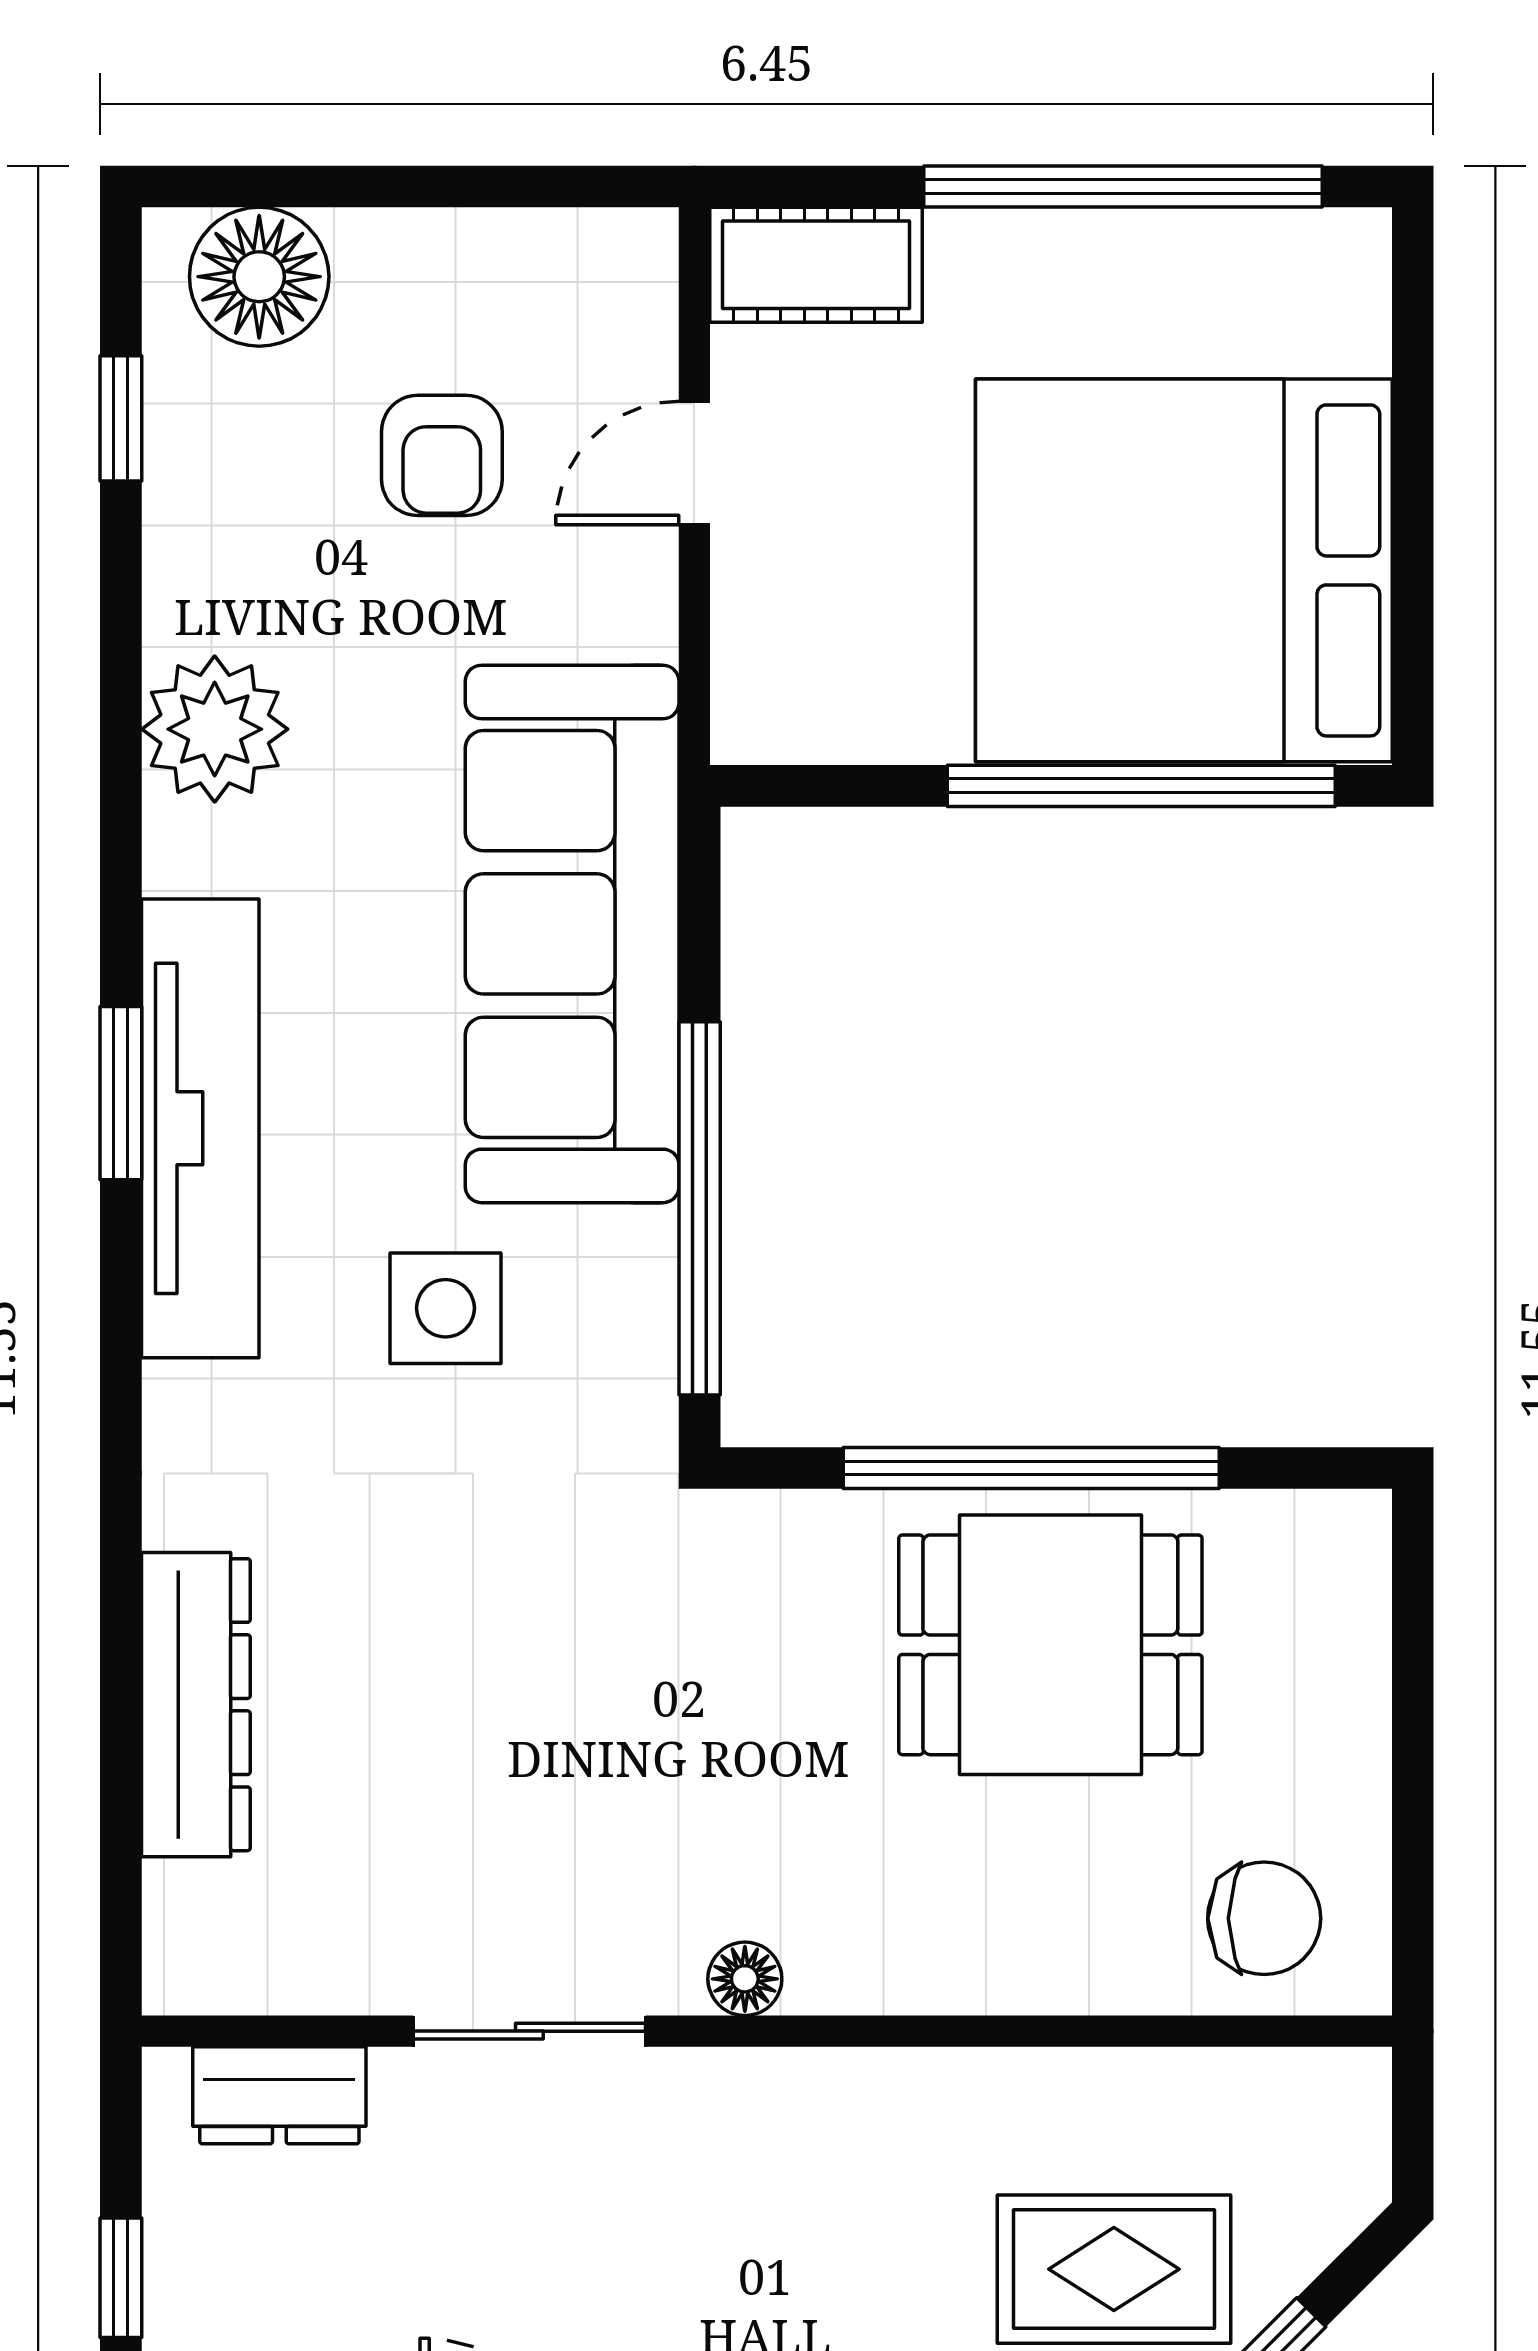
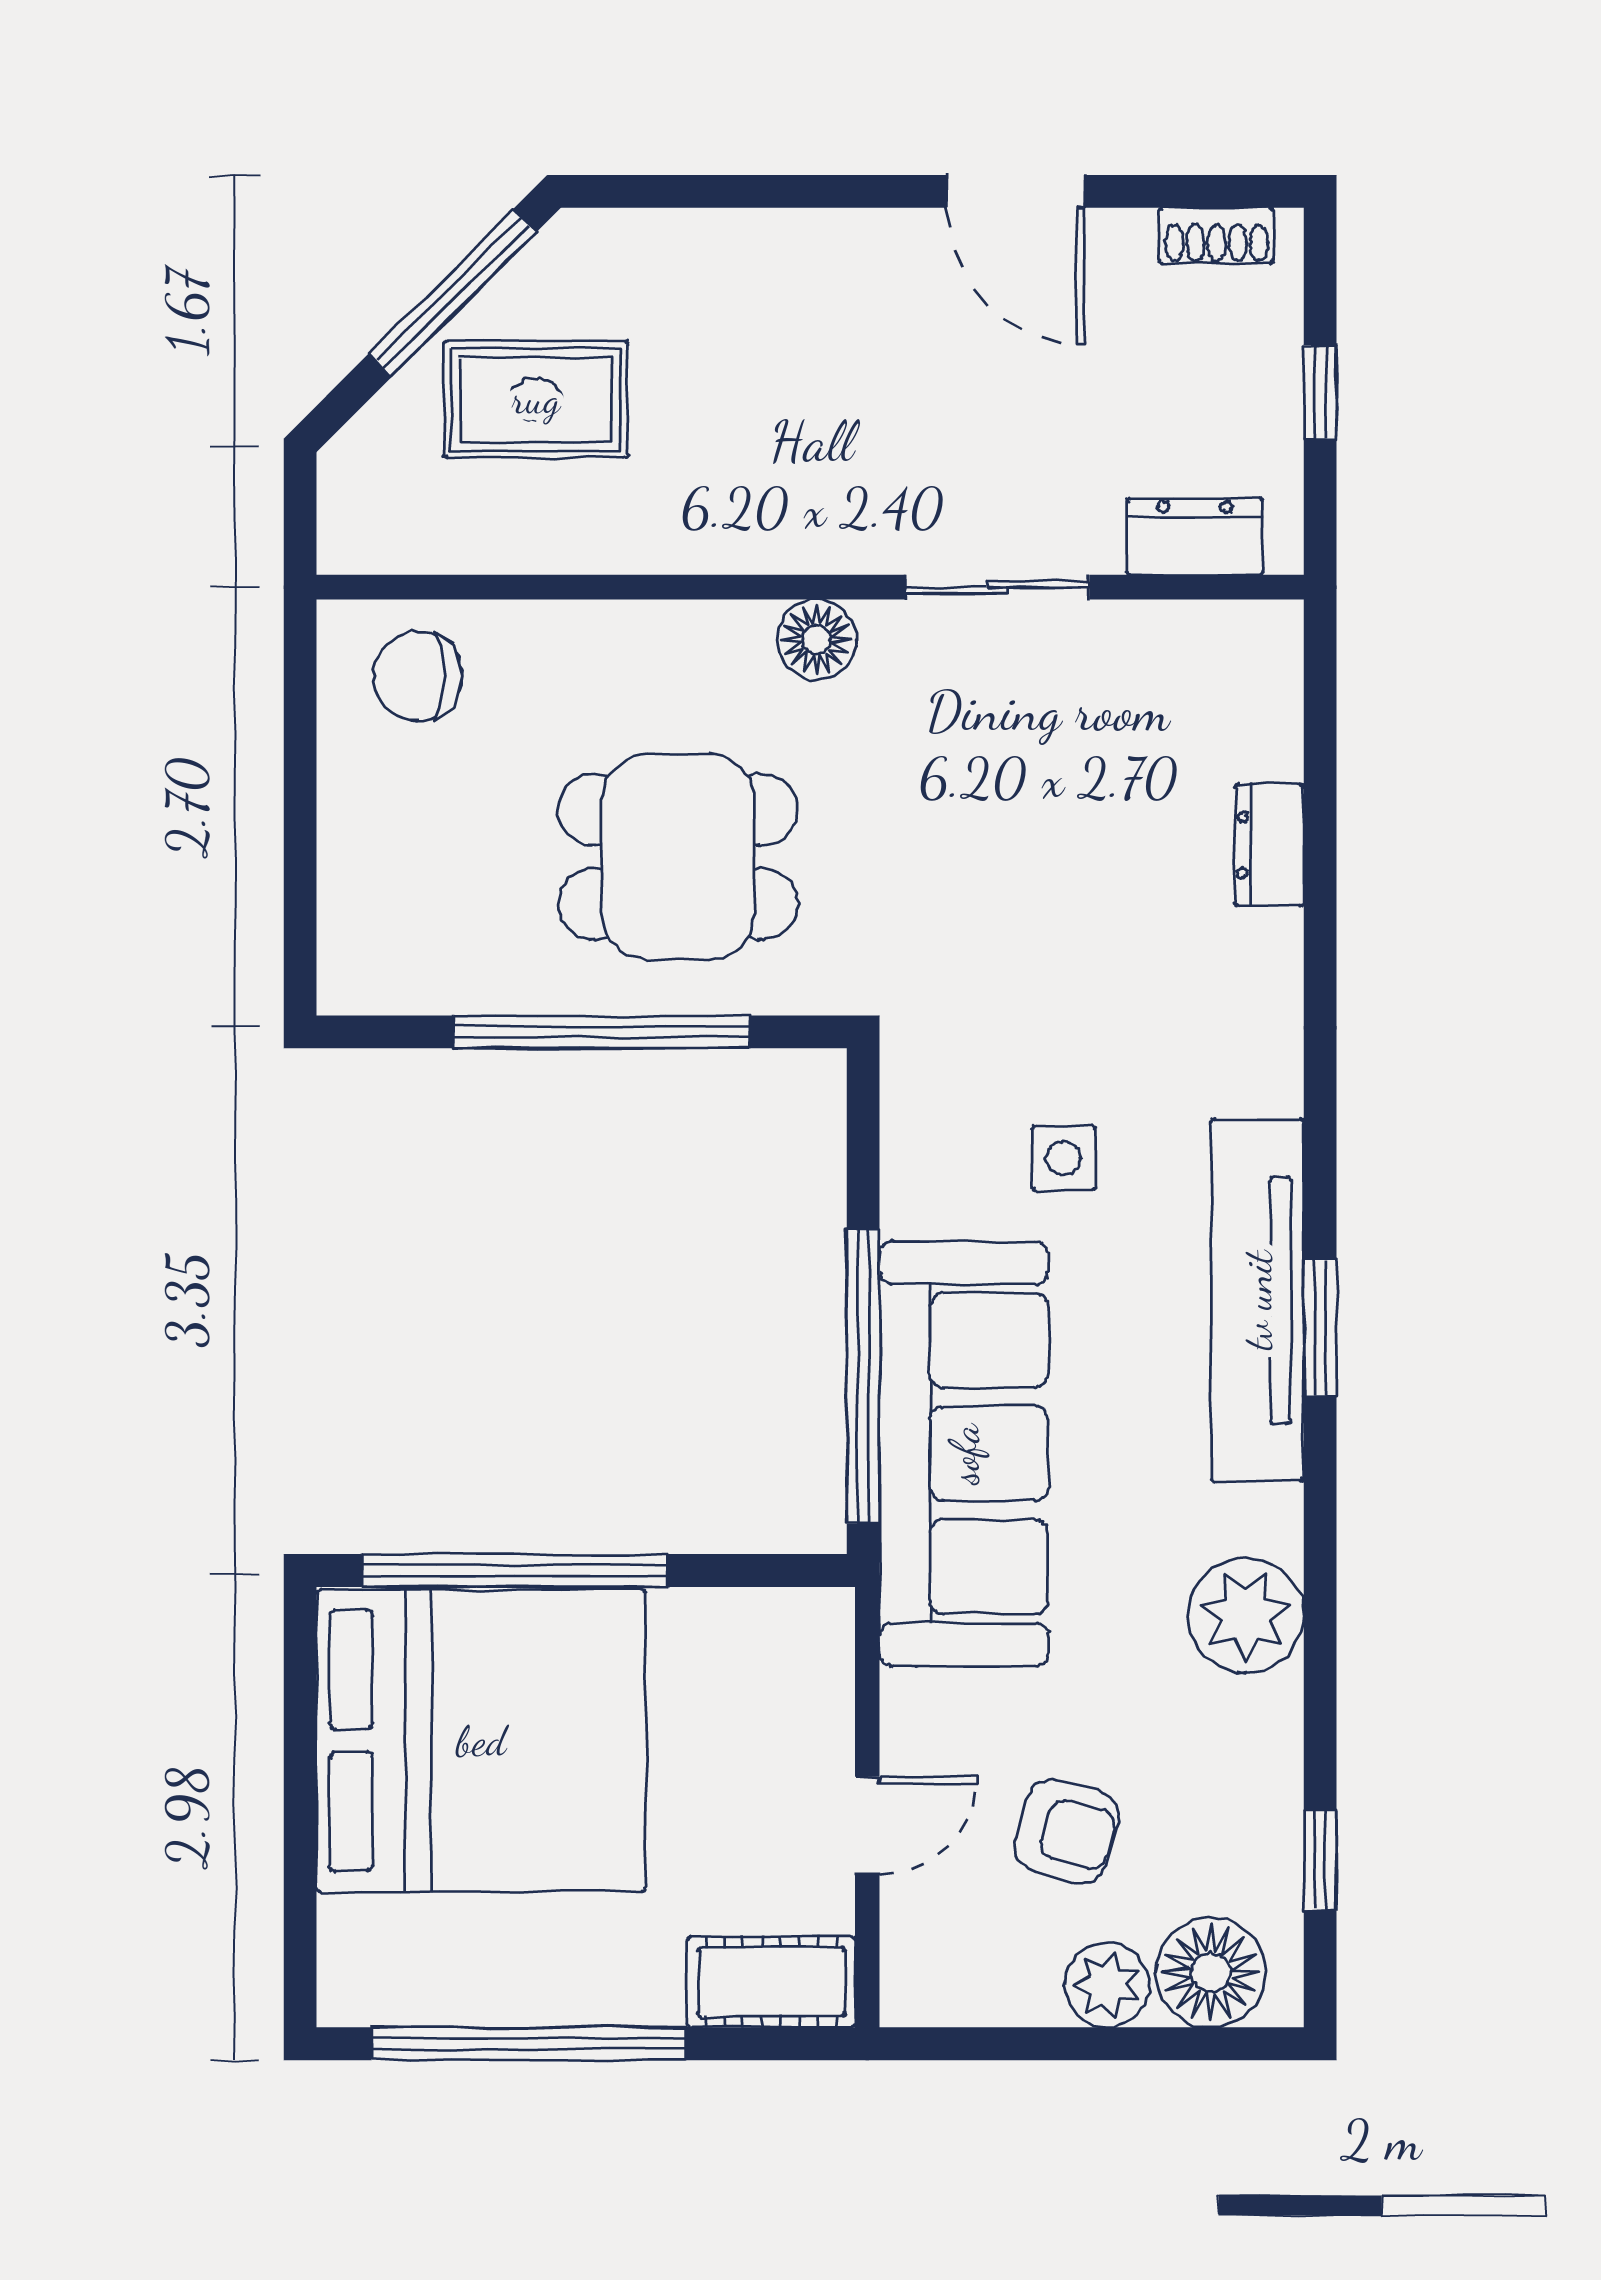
plant: (391, 261) -> (1107, 1985), added
armchair: (442, 455) -> (1067, 1831), turned 106
window: (700, 1208) -> (863, 1376), moved
side table: (445, 1308) -> (1064, 1158), width x0.73, depth x0.73
dining table: (1050, 1645) -> (678, 857), moved
dresser: (196, 1705) -> (1269, 845), width x0.51, depth x0.80
floor lamp: (745, 1979) -> (817, 639), width x1.37, depth x1.37

